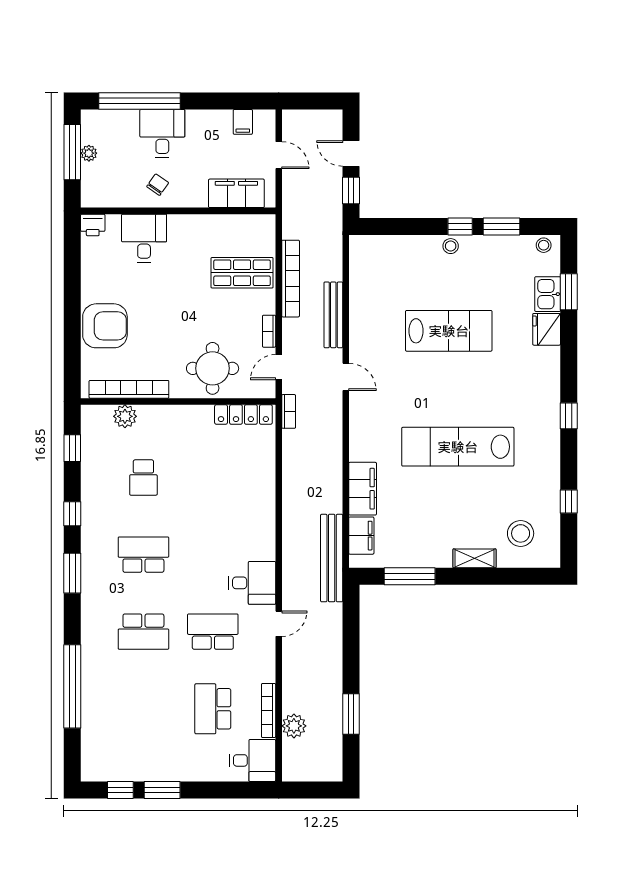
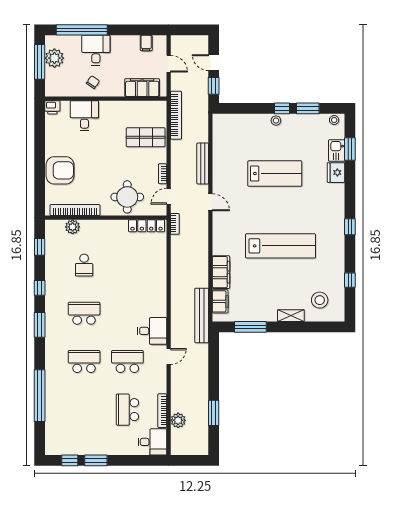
plant: (89, 153) -> (54, 58), width x1.87, depth x1.87
bookcase: (291, 279) -> (176, 115), moved
lab bench: (458, 447) -> (280, 246), turned 180
school desk: (143, 632) -> (84, 361), turned 180

